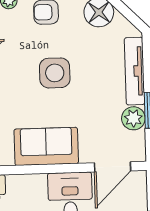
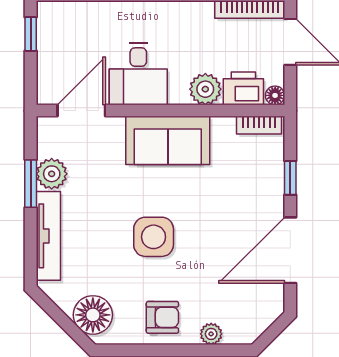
plant: (19, 186) -> (205, 89), added

